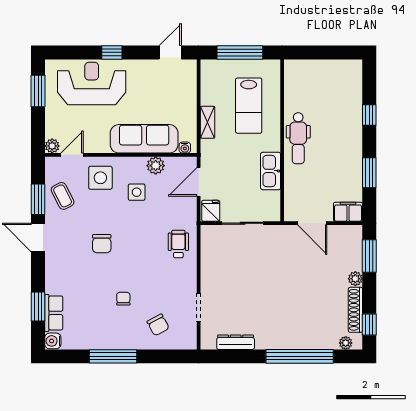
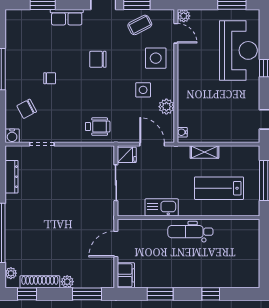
sofa: (144, 139) -> (190, 96), removed
row of seats: (54, 313) -> (67, 17), moved
water cooler: (53, 341) -> (12, 136), moved, turned 180

